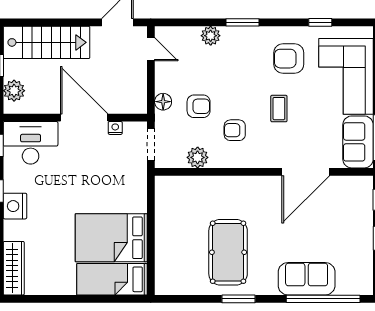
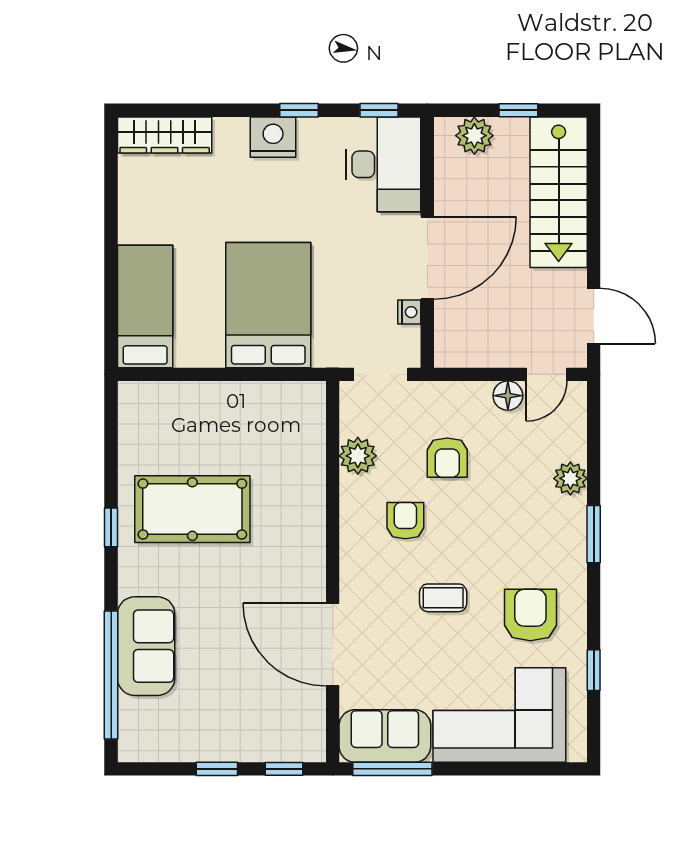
floor lamp: (163, 102) -> (508, 396), moved
bed: (111, 238) -> (268, 305), moved
window: (238, 299) -> (111, 527), width x0.67

